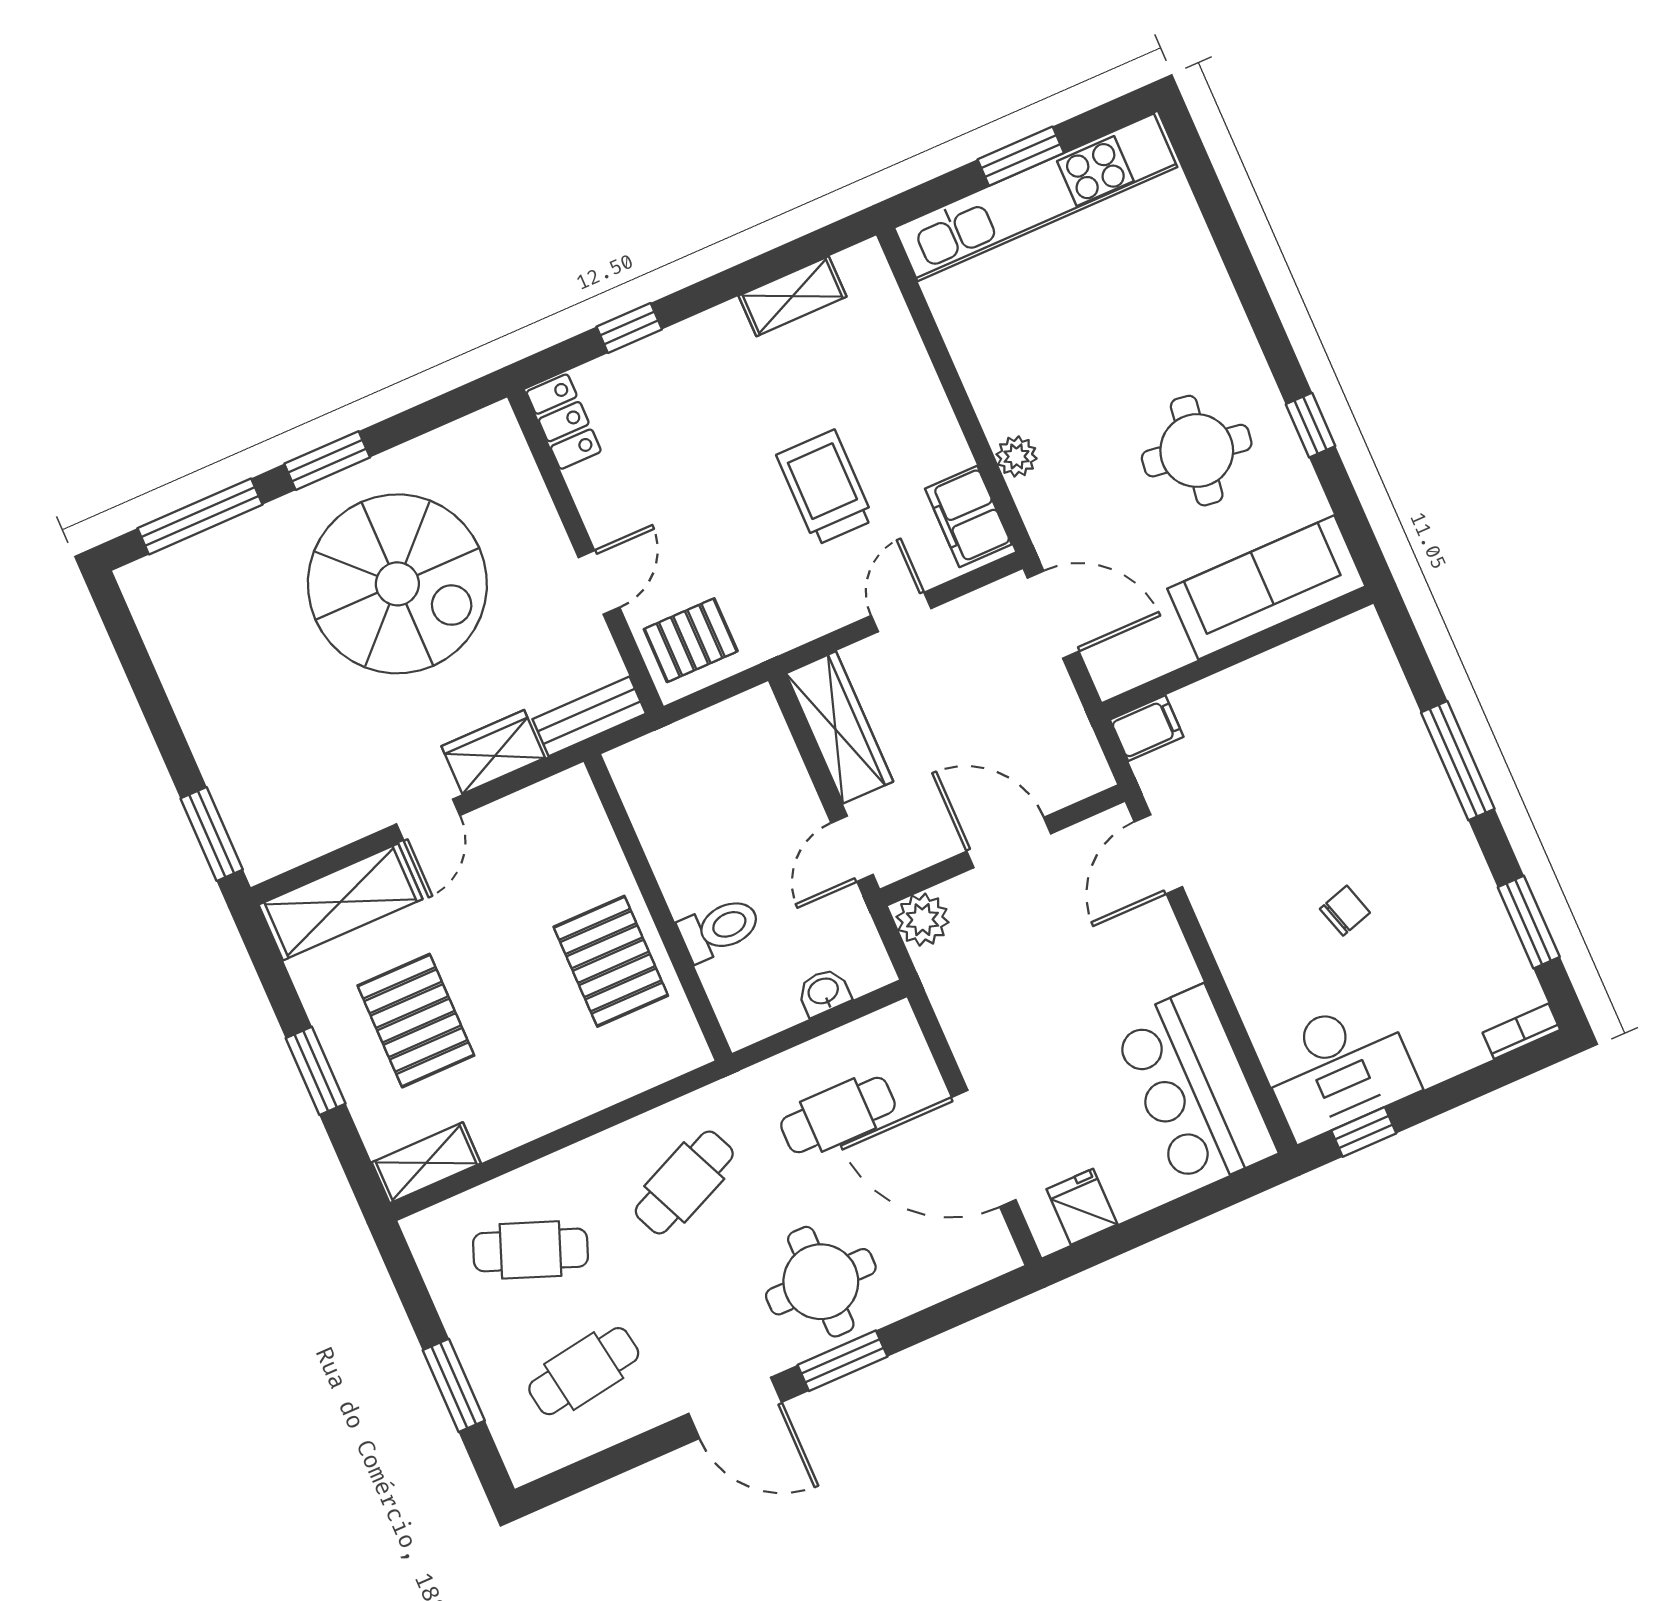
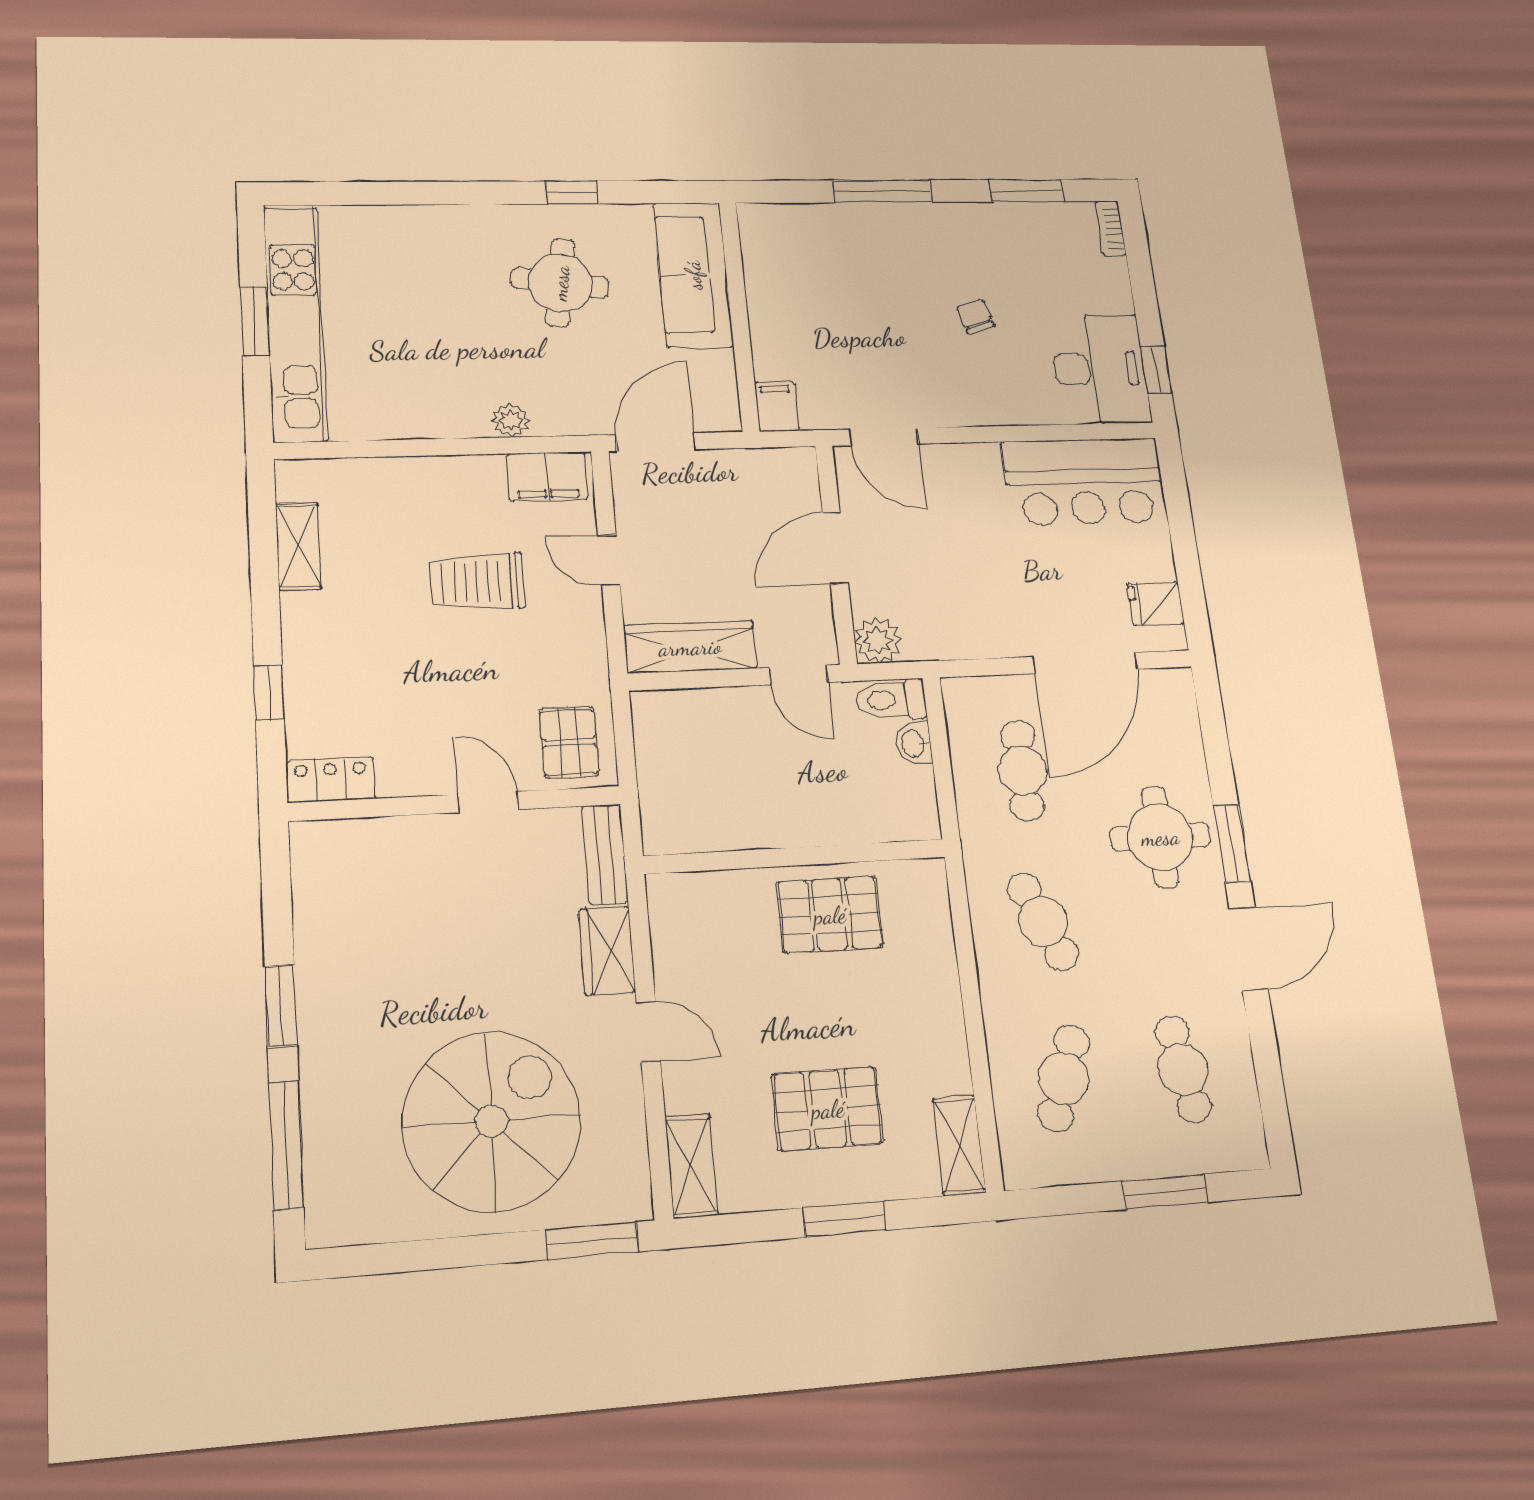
spiral stairs: (397, 584) -> (492, 1121), moved
shelving: (340, 902) -> (691, 1166), width x0.67, depth x0.75
toilet: (720, 929) -> (891, 700), moved, turned -90

